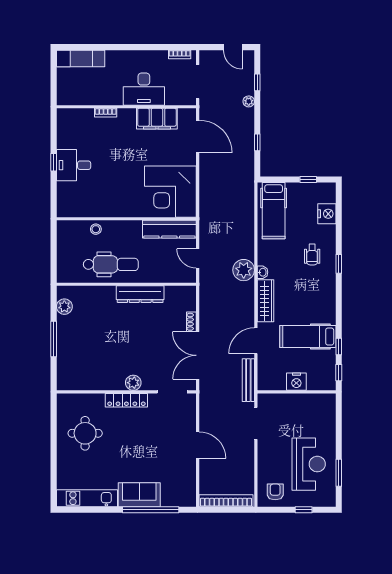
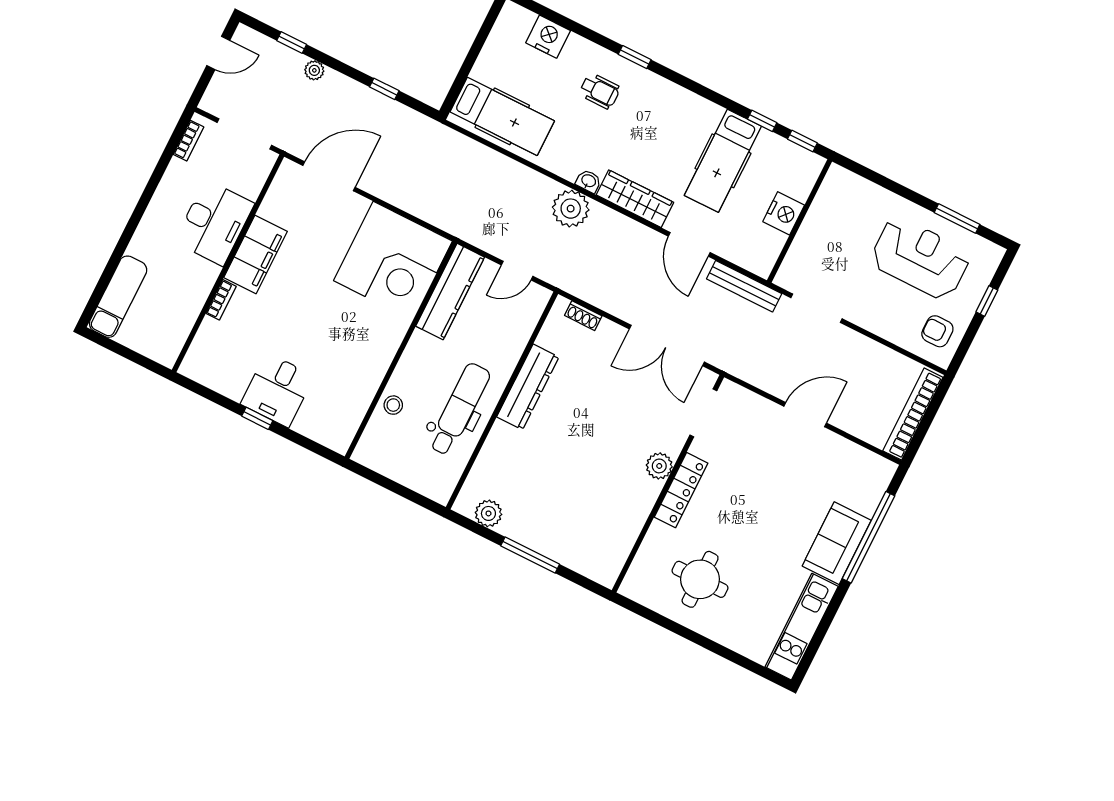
filing cabinet: (157, 119) -> (256, 255), moved
window: (308, 179) -> (481, 39), removed
shoe rack: (191, 322) -> (583, 316), moved

